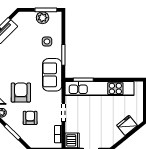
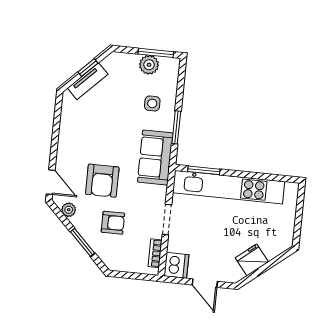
armchair: (21, 93) -> (102, 181), turned 180
armchair: (30, 118) -> (113, 223), turned 90
fridge: (127, 125) -> (252, 260), moved

